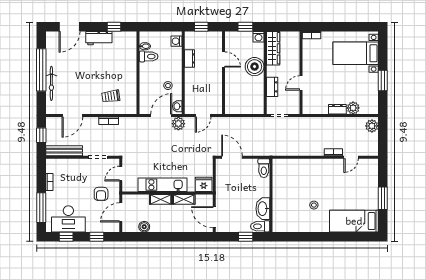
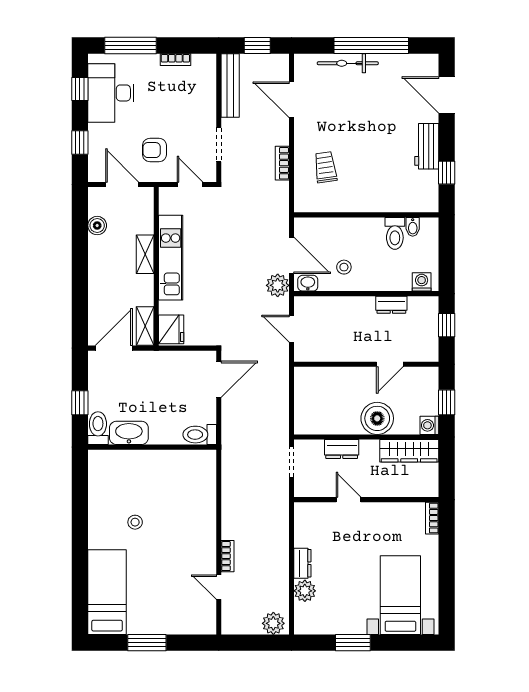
shelving: (184, 199) -> (145, 326), moved

